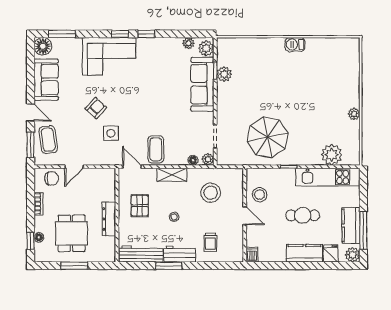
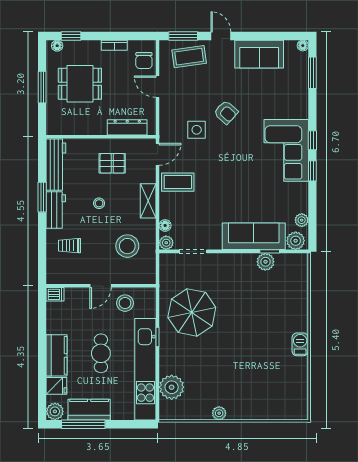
floor lamp: (43, 46) -> (303, 46), width x0.53, depth x0.53
corner sofa: (109, 56) -> (286, 150), moved
door: (31, 112) -> (221, 36), swing flipped
kitchen unit: (328, 177) -> (145, 369), width x1.36
dresser: (109, 219) -> (127, 127), moved
floor lamp: (39, 237) -> (57, 46), moved

